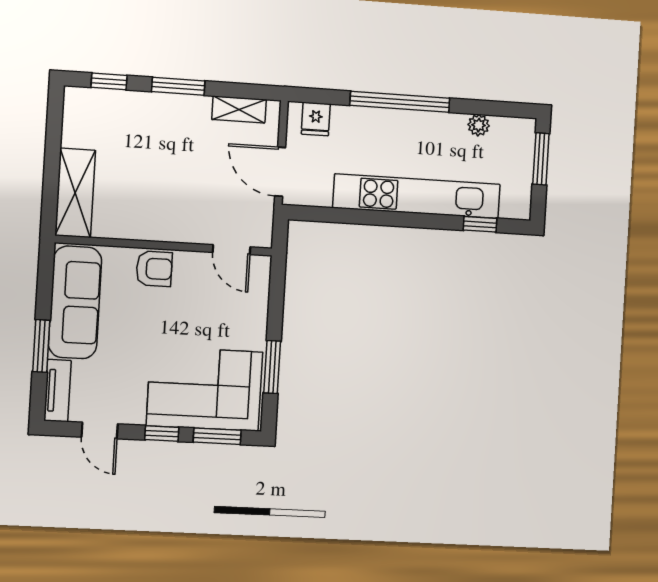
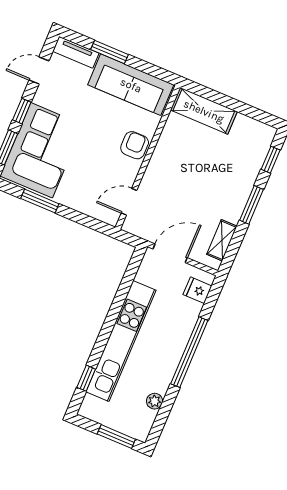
armchair: (154, 269) -> (135, 145), turned 180

